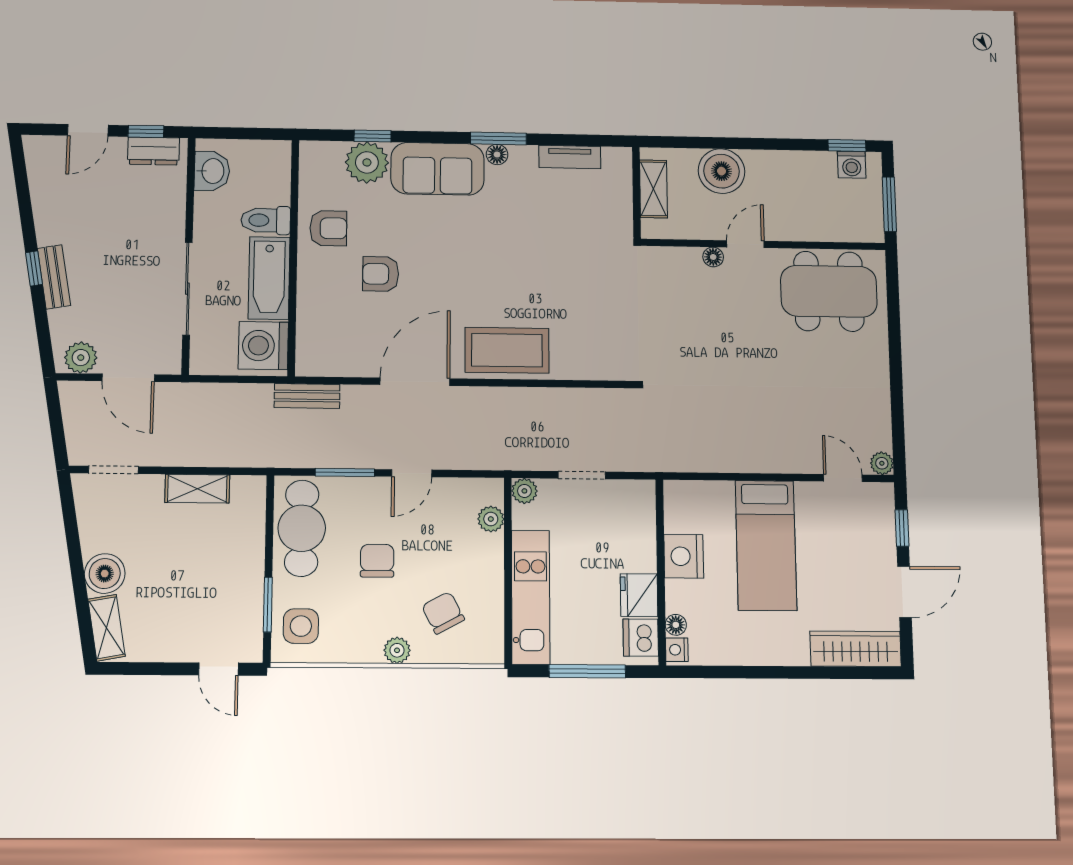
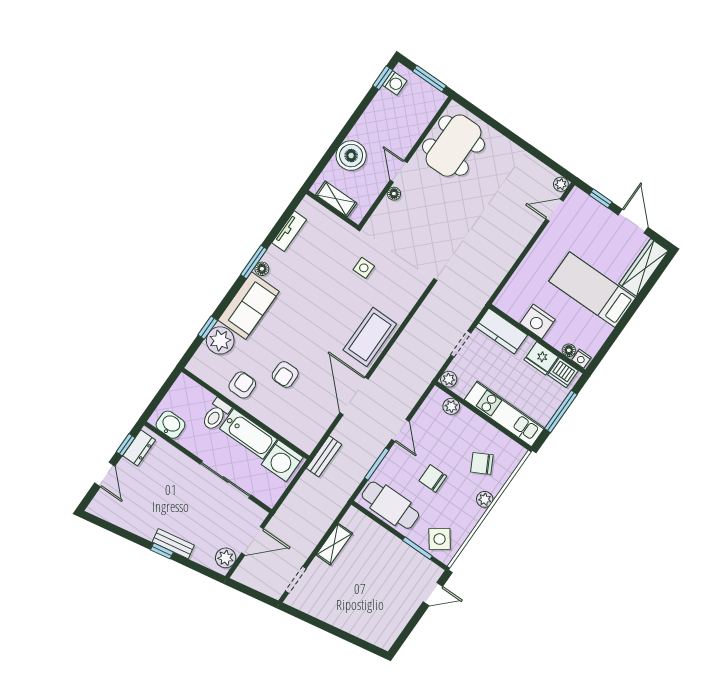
side table: (591, 282) -> (364, 268), added
kitchen counter: (637, 517) -> (501, 331), added
bed: (766, 545) -> (592, 290), moved, turned 180
boiler: (105, 574) -> (346, 619), removed
side table: (301, 626) -> (440, 539), turned -36
shelving: (106, 628) -> (374, 636), removed

